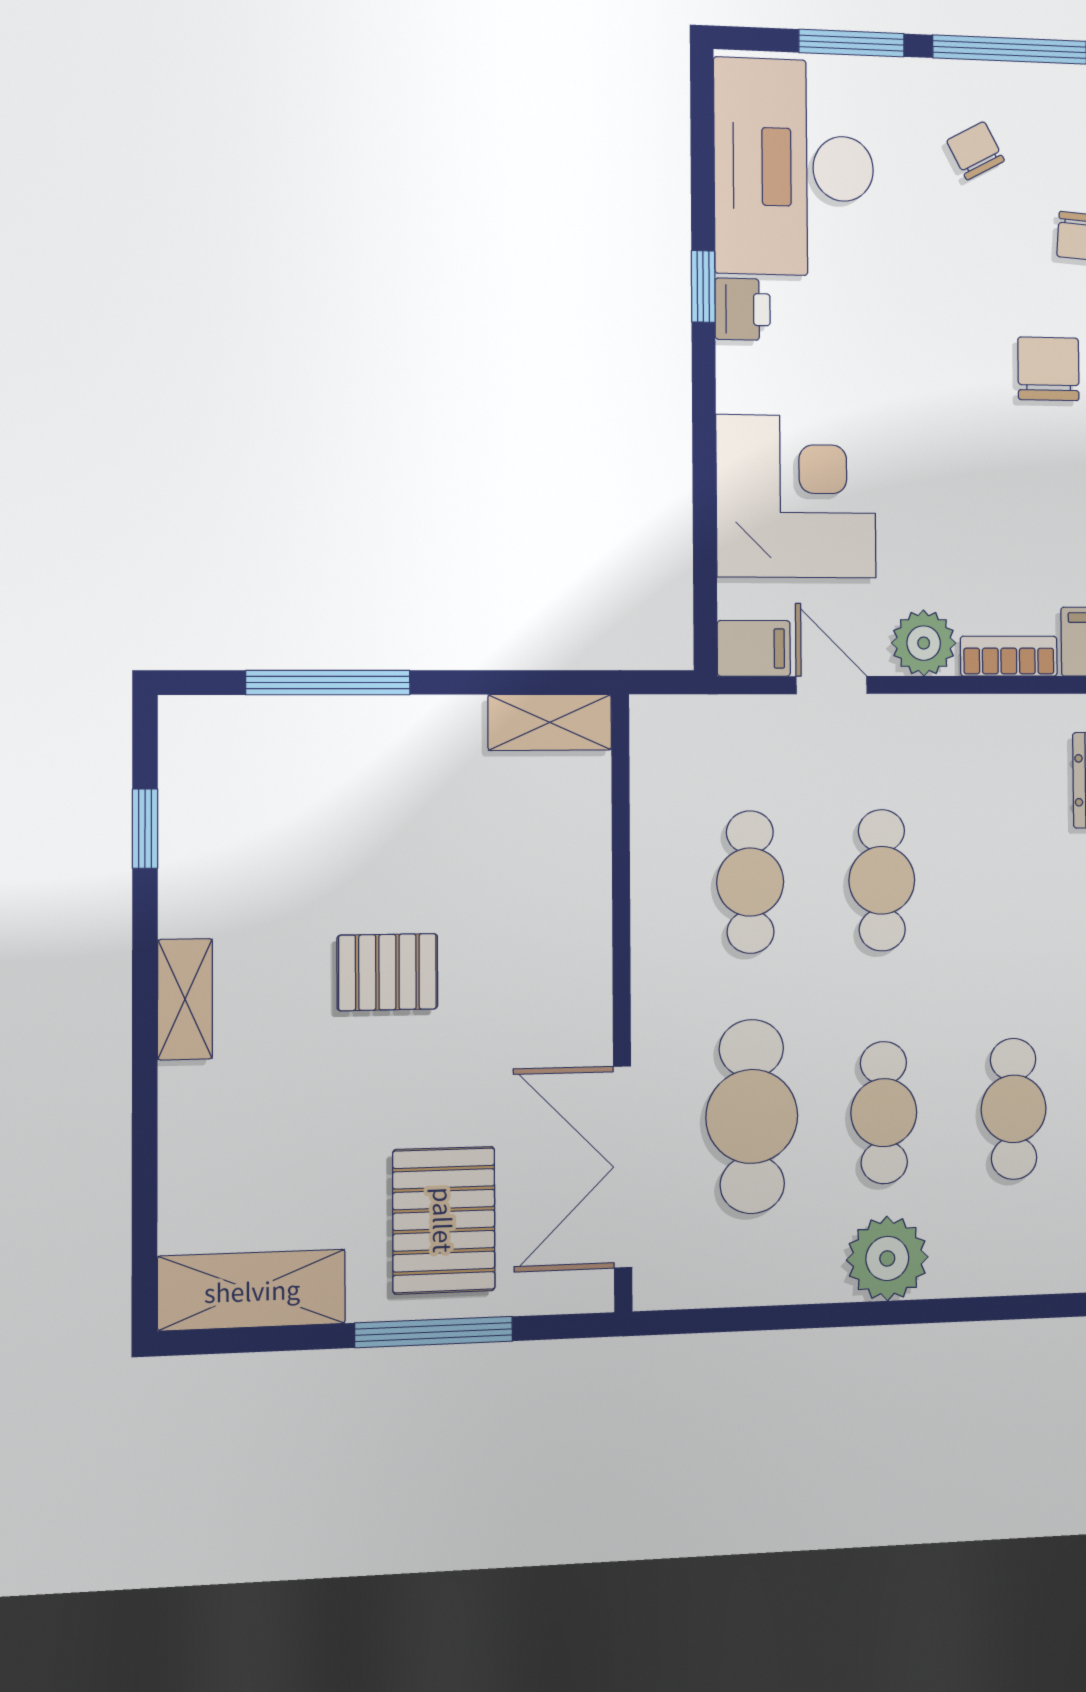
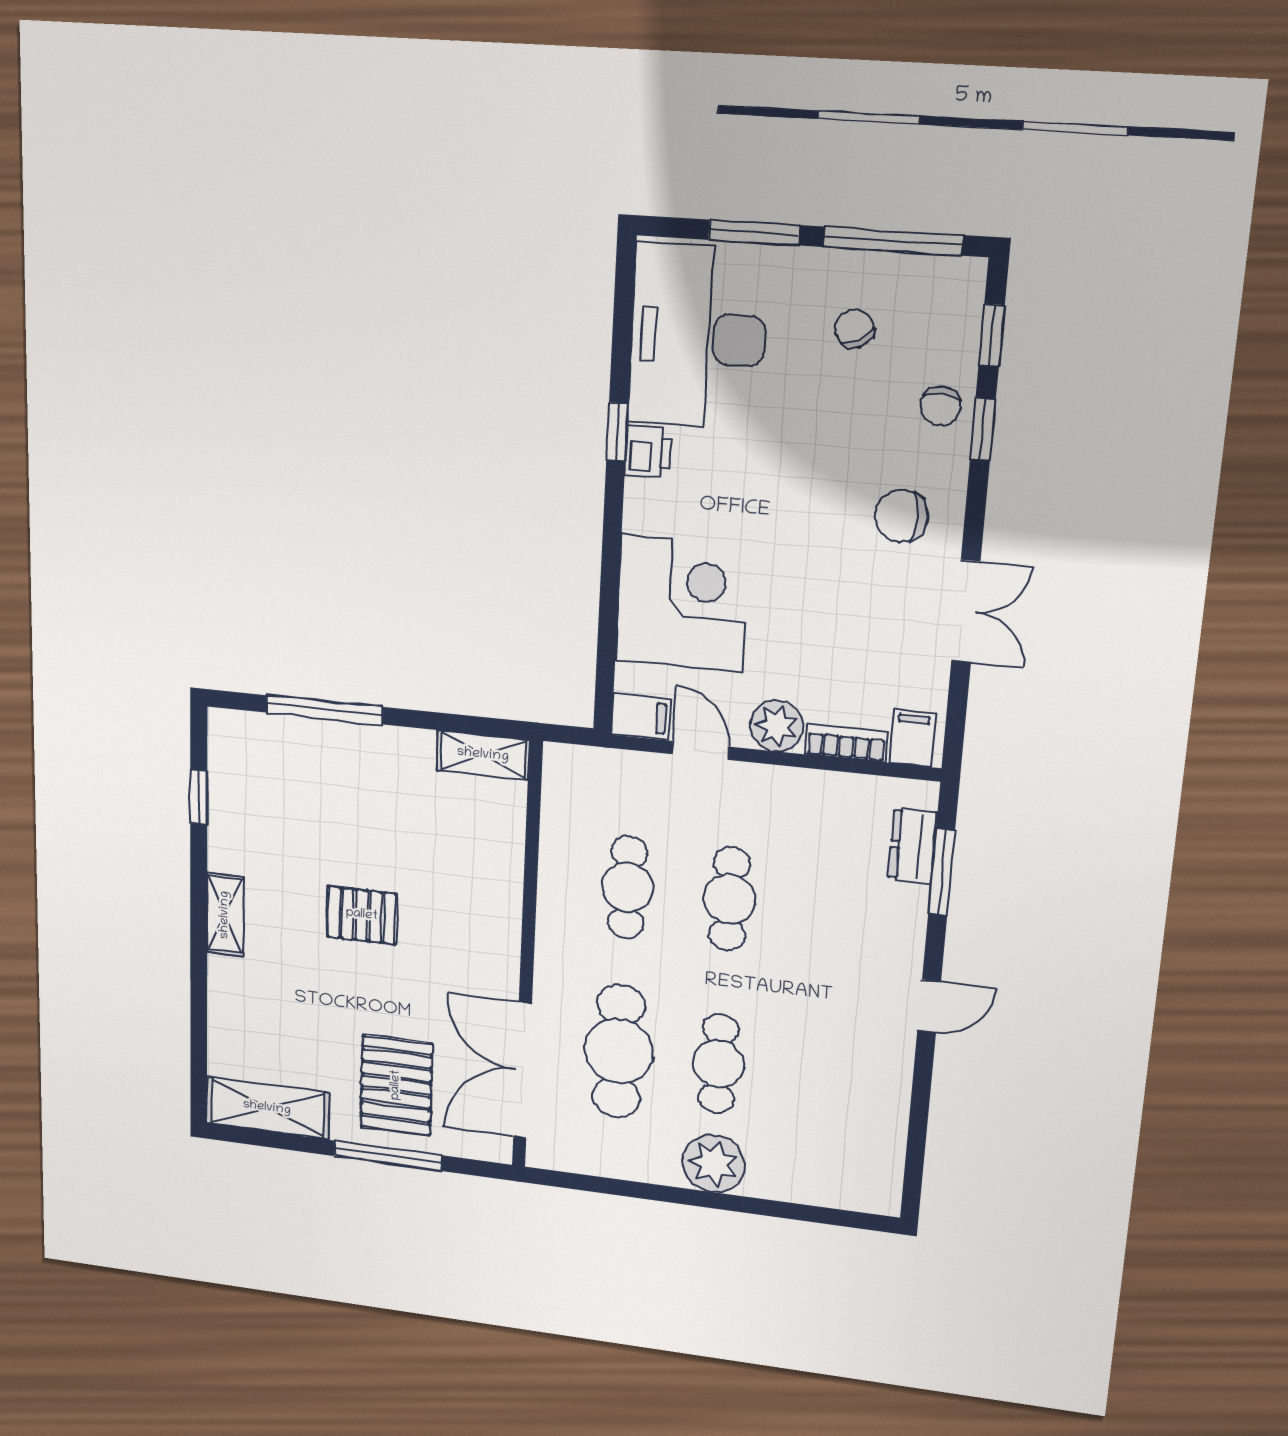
chair: (1048, 369) -> (902, 516), turned -90
cafe table: (1014, 1109) -> (820, 1077), removed

